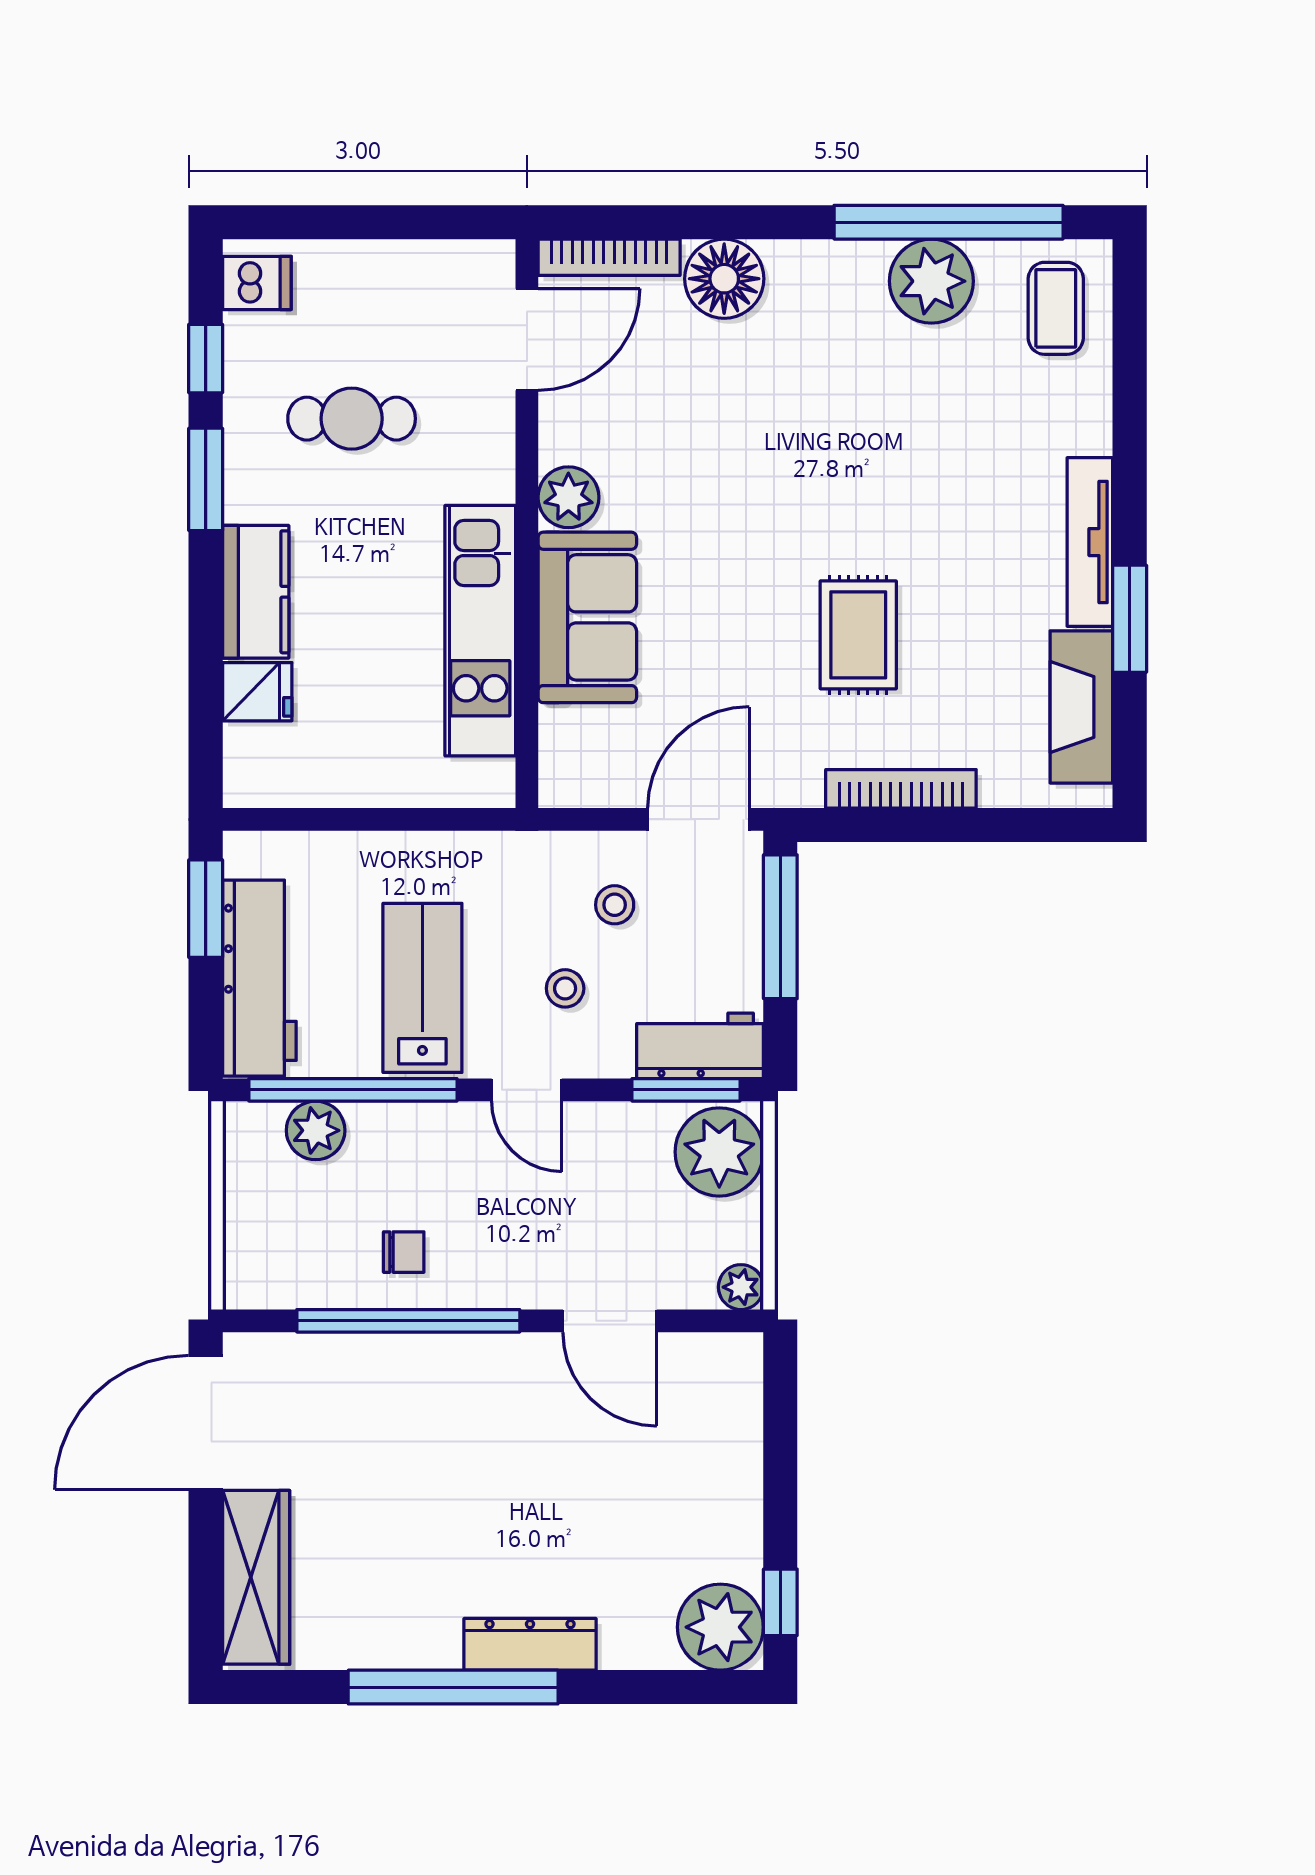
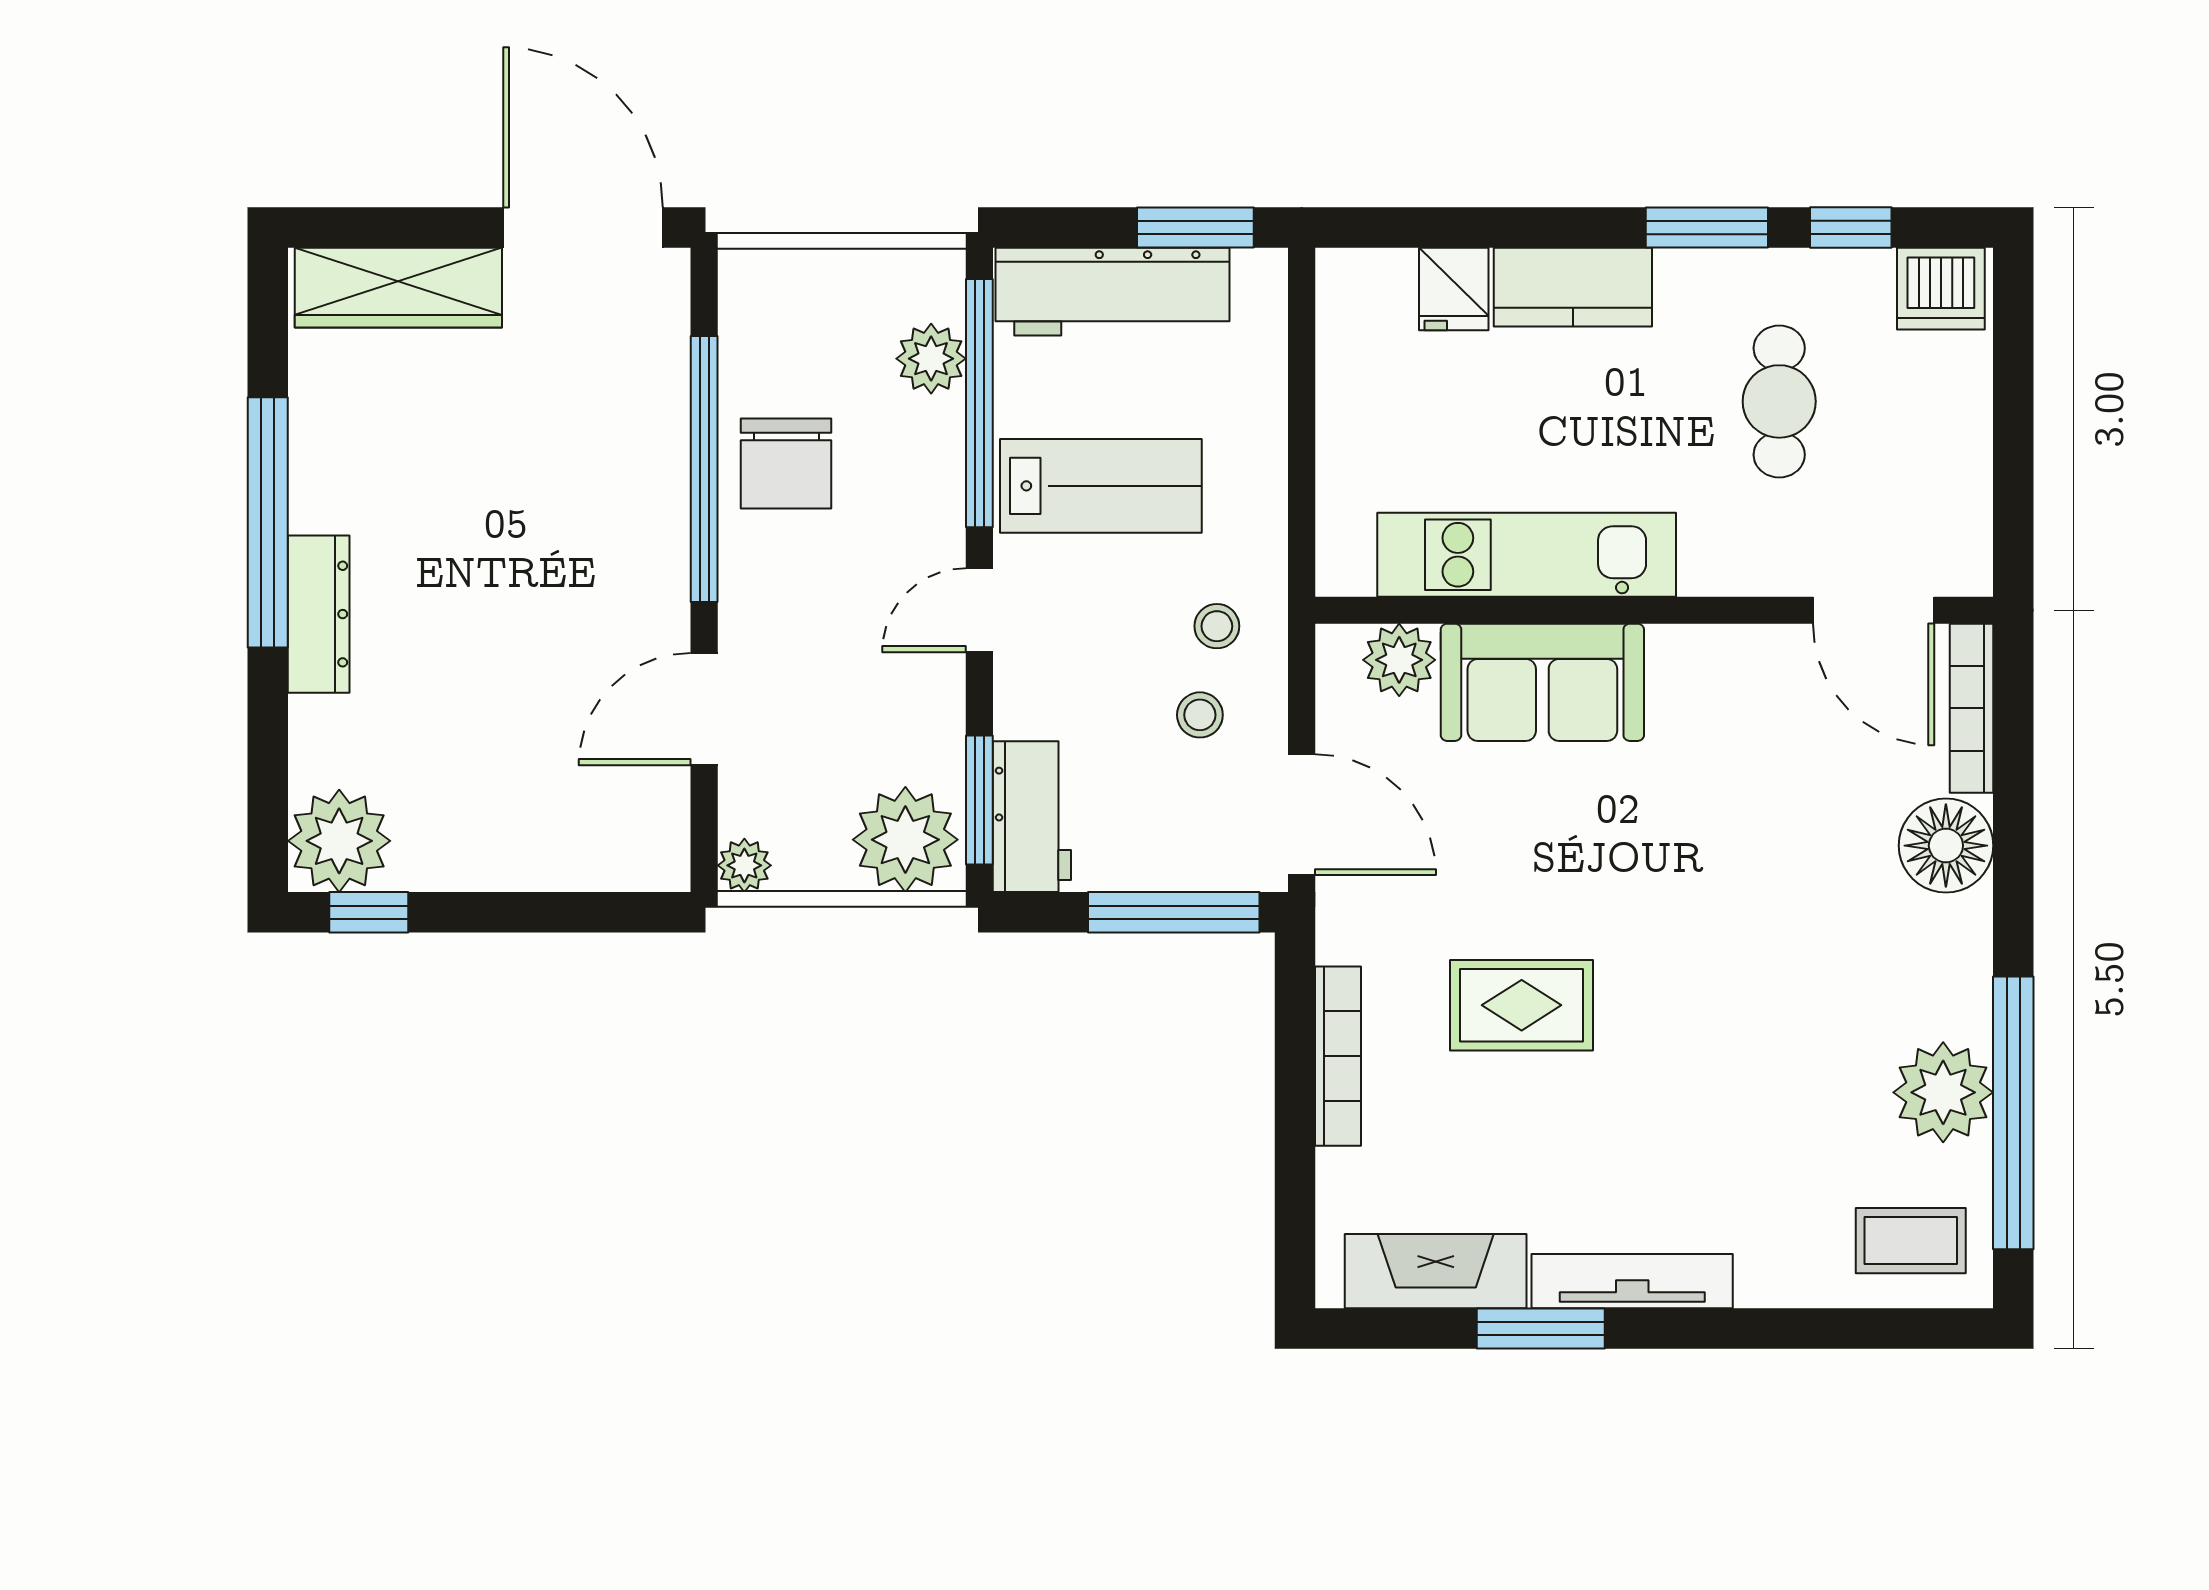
dishwasher: (257, 283) -> (1941, 289), width x1.38
plant: (568, 497) -> (1399, 660), moved
stool: (565, 988) -> (1217, 626), moved
chair: (404, 1252) -> (786, 463), width x1.87, depth x1.87

